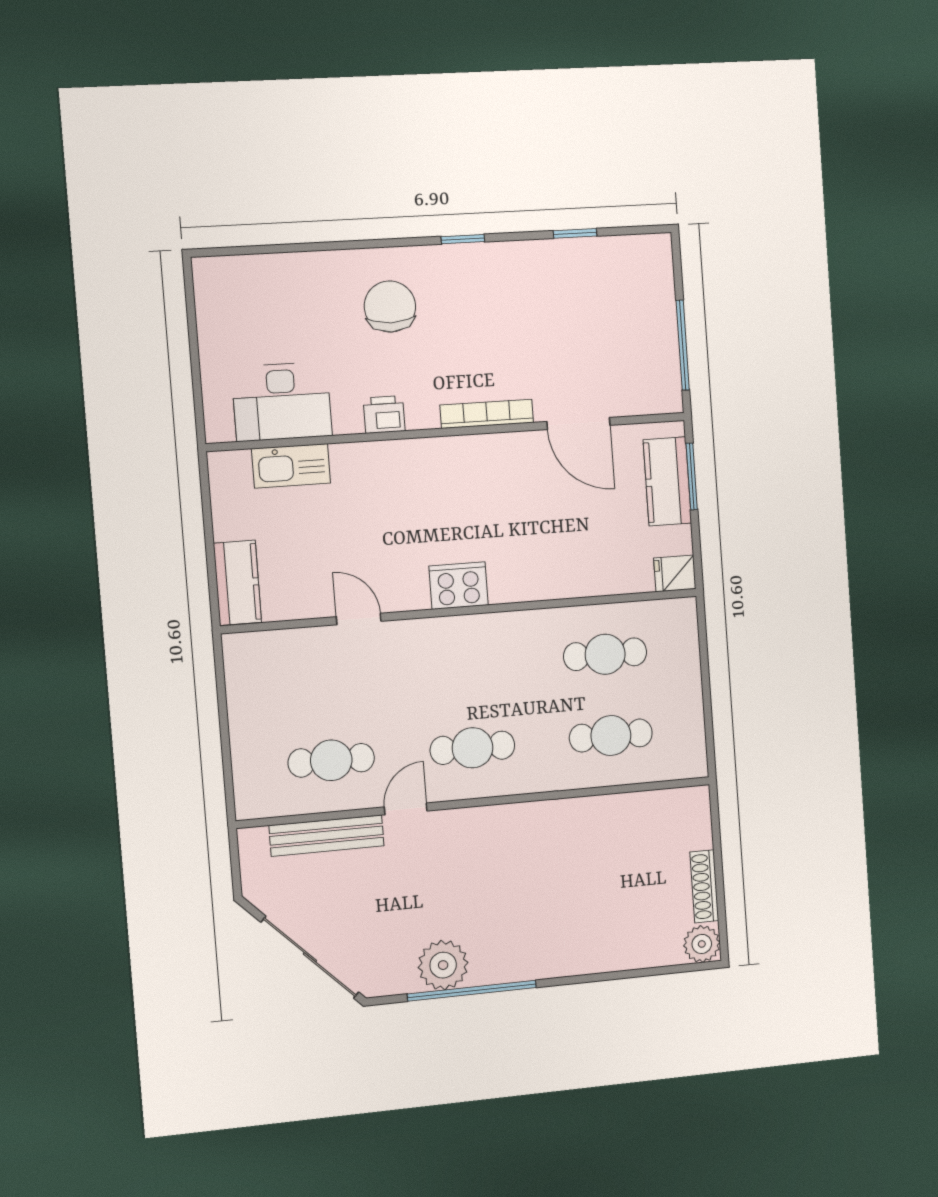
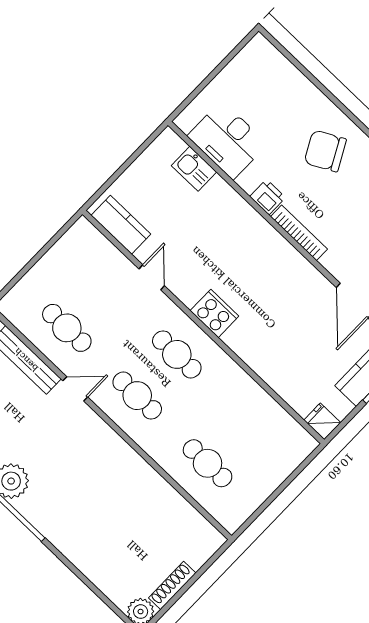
chair: (390, 306) -> (325, 151), turned -118
bookcase: (487, 414) -> (299, 233), moved
kitchen sink: (291, 466) -> (194, 169), width x0.73
kitchen counter: (237, 583) -> (121, 225), moved, turned -90
cafe table: (605, 654) -> (177, 354), moved

